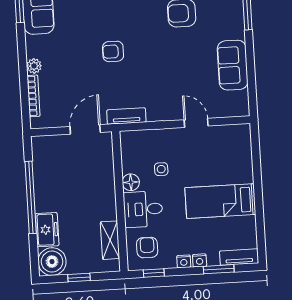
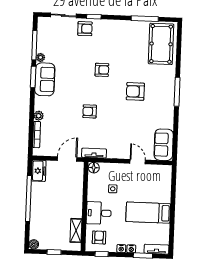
sofa: (233, 65) -> (164, 145), moved
floor lamp: (131, 182) -> (94, 168), moved
freezer: (47, 230) -> (39, 171), moved
boiler: (52, 262) -> (34, 244), width x0.54, depth x0.54

